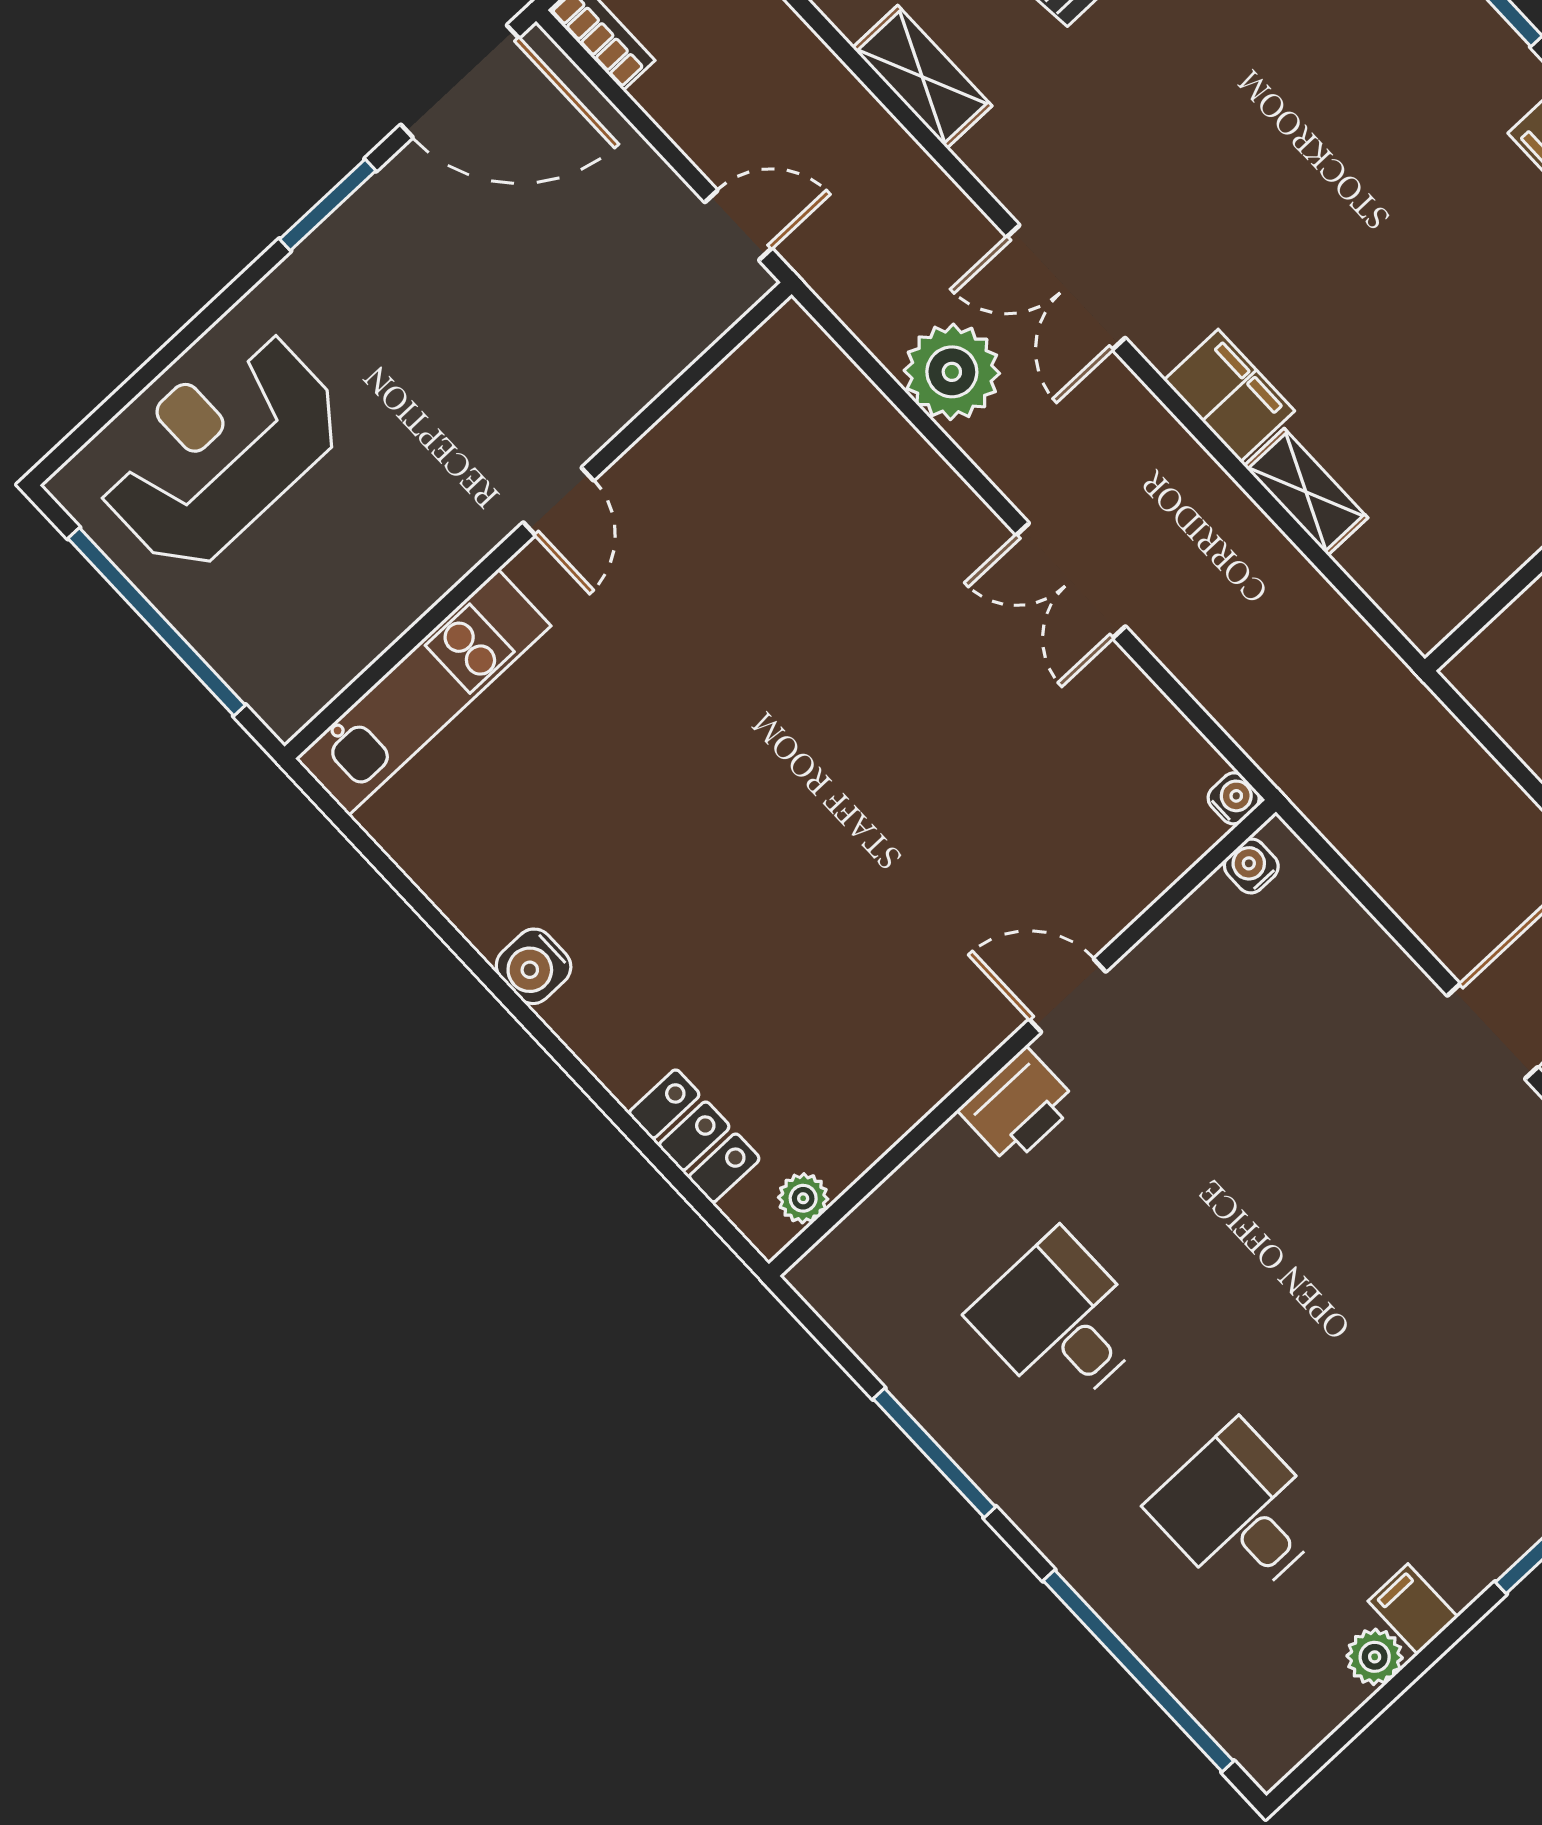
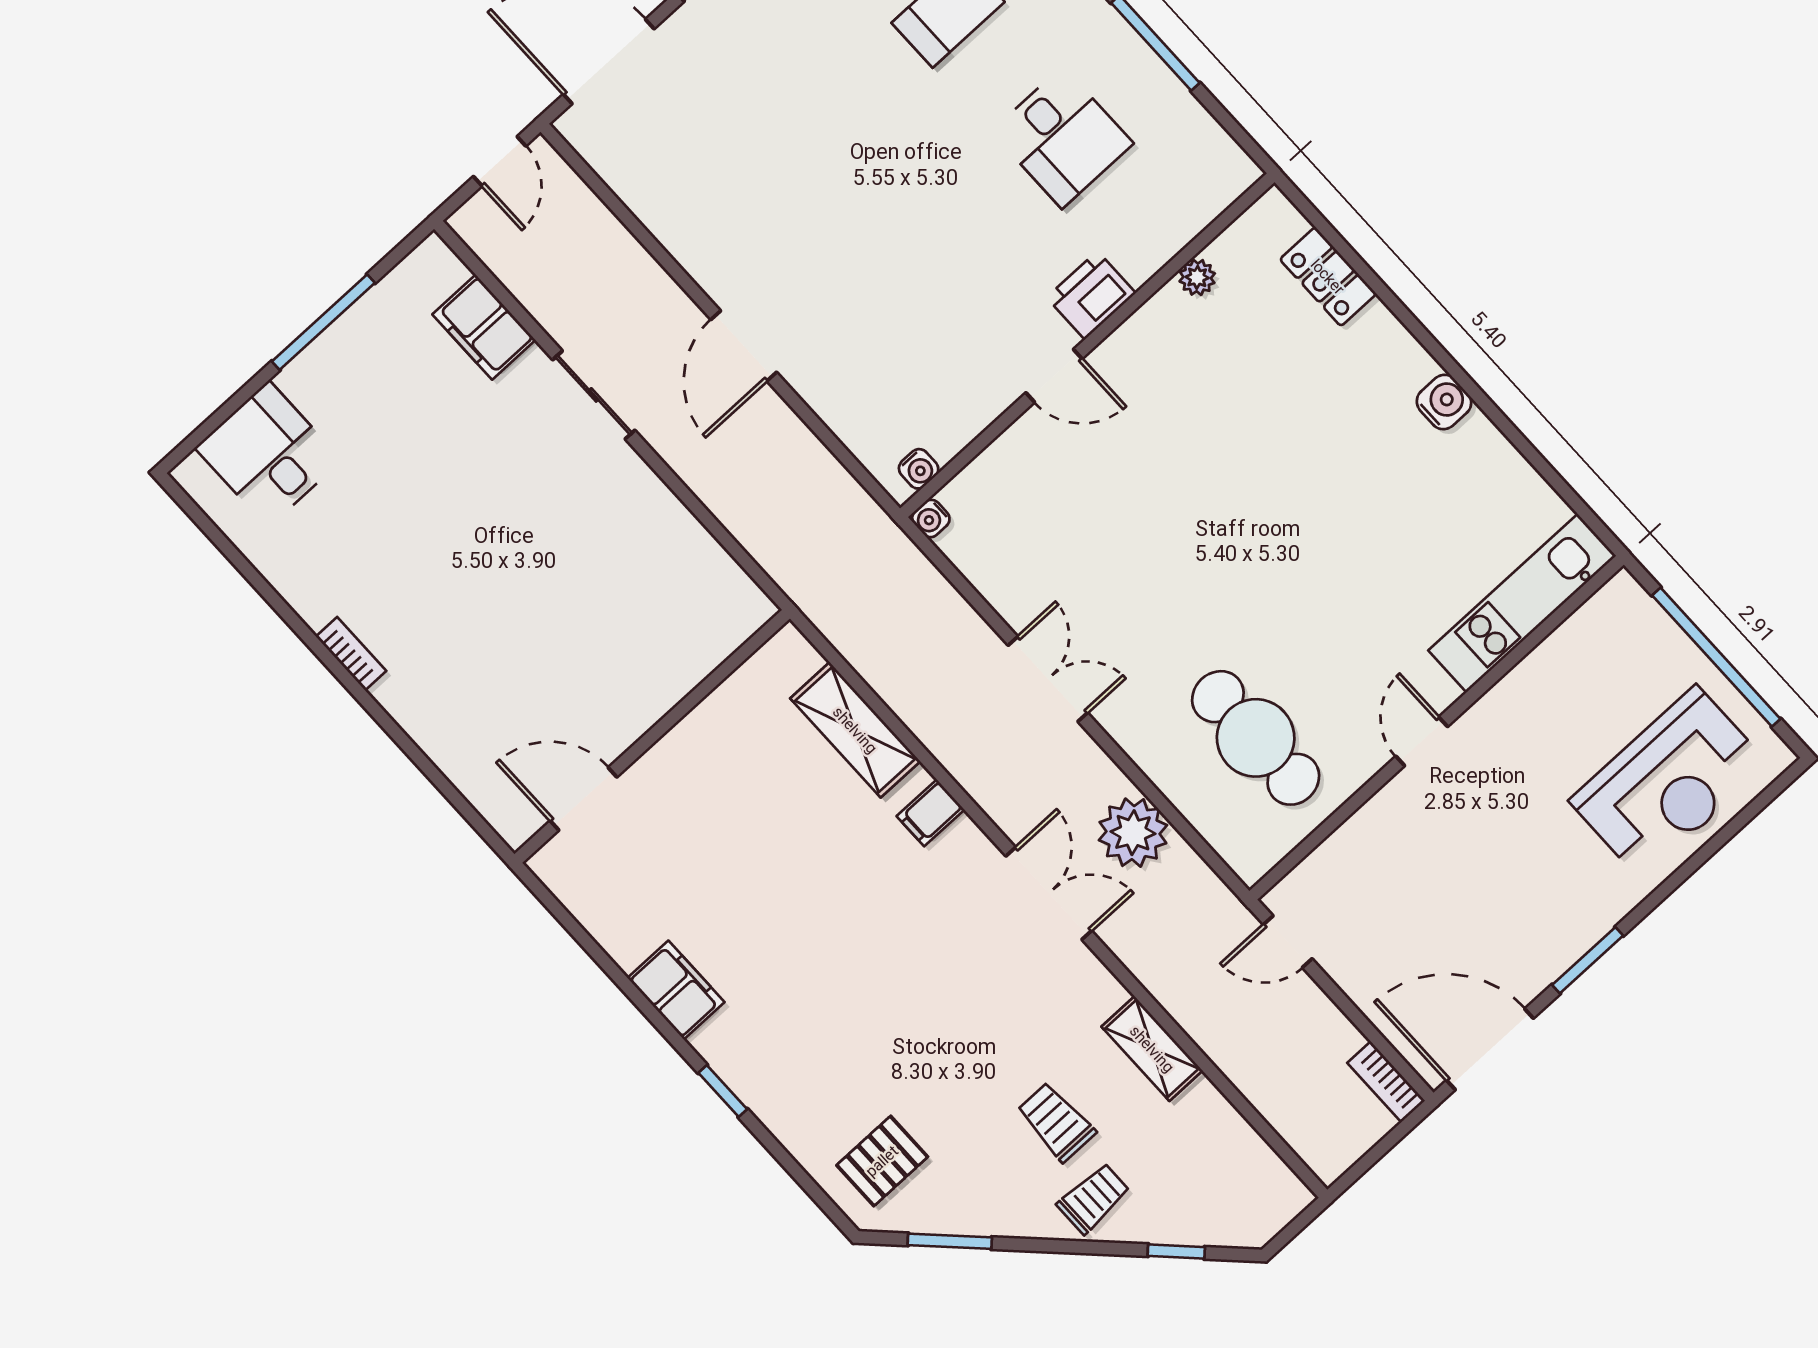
filing cabinet: (1229, 396) -> (931, 813), width x0.50
shelving: (1306, 492) -> (855, 730), width x1.50, depth x1.33
cafe table: (786, 503) -> (1256, 738), added
plant: (803, 1198) -> (1197, 277), moved

